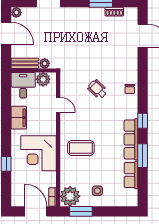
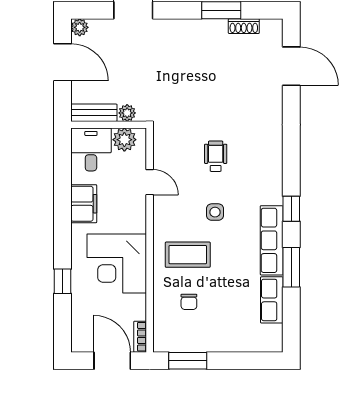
wheelchair: (98, 89) -> (216, 156), turned 46
chair: (130, 89) -> (189, 302), moved
side table: (97, 191) -> (215, 212), moved
plant: (70, 196) -> (170, 336), removed

